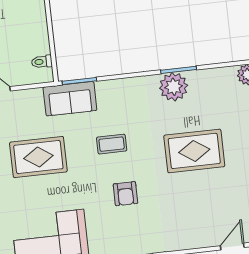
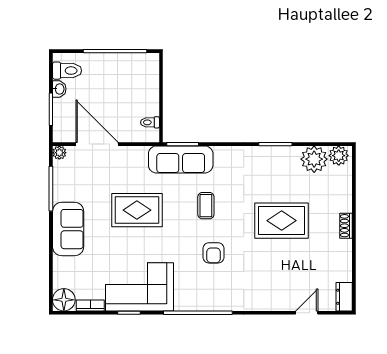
plant: (174, 87) -> (314, 159), moved
sofa: (70, 99) -> (181, 159), width x1.36
coffee table: (112, 144) -> (206, 206), turned 90

